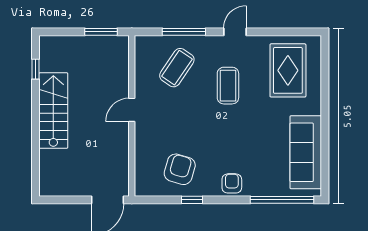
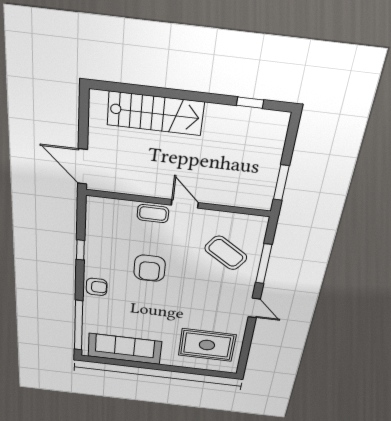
coffee table: (228, 86) -> (153, 214), moved, width x0.73, depth x0.77
stairs: (53, 111) -> (155, 113), moved
armchair: (180, 169) -> (150, 268), moved, turned 74

